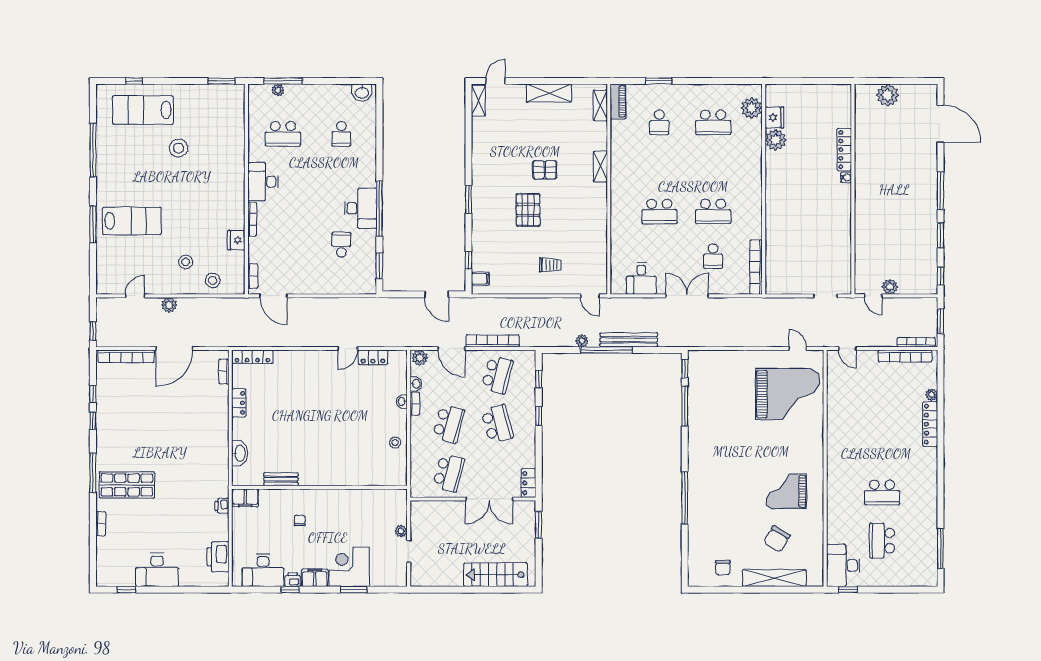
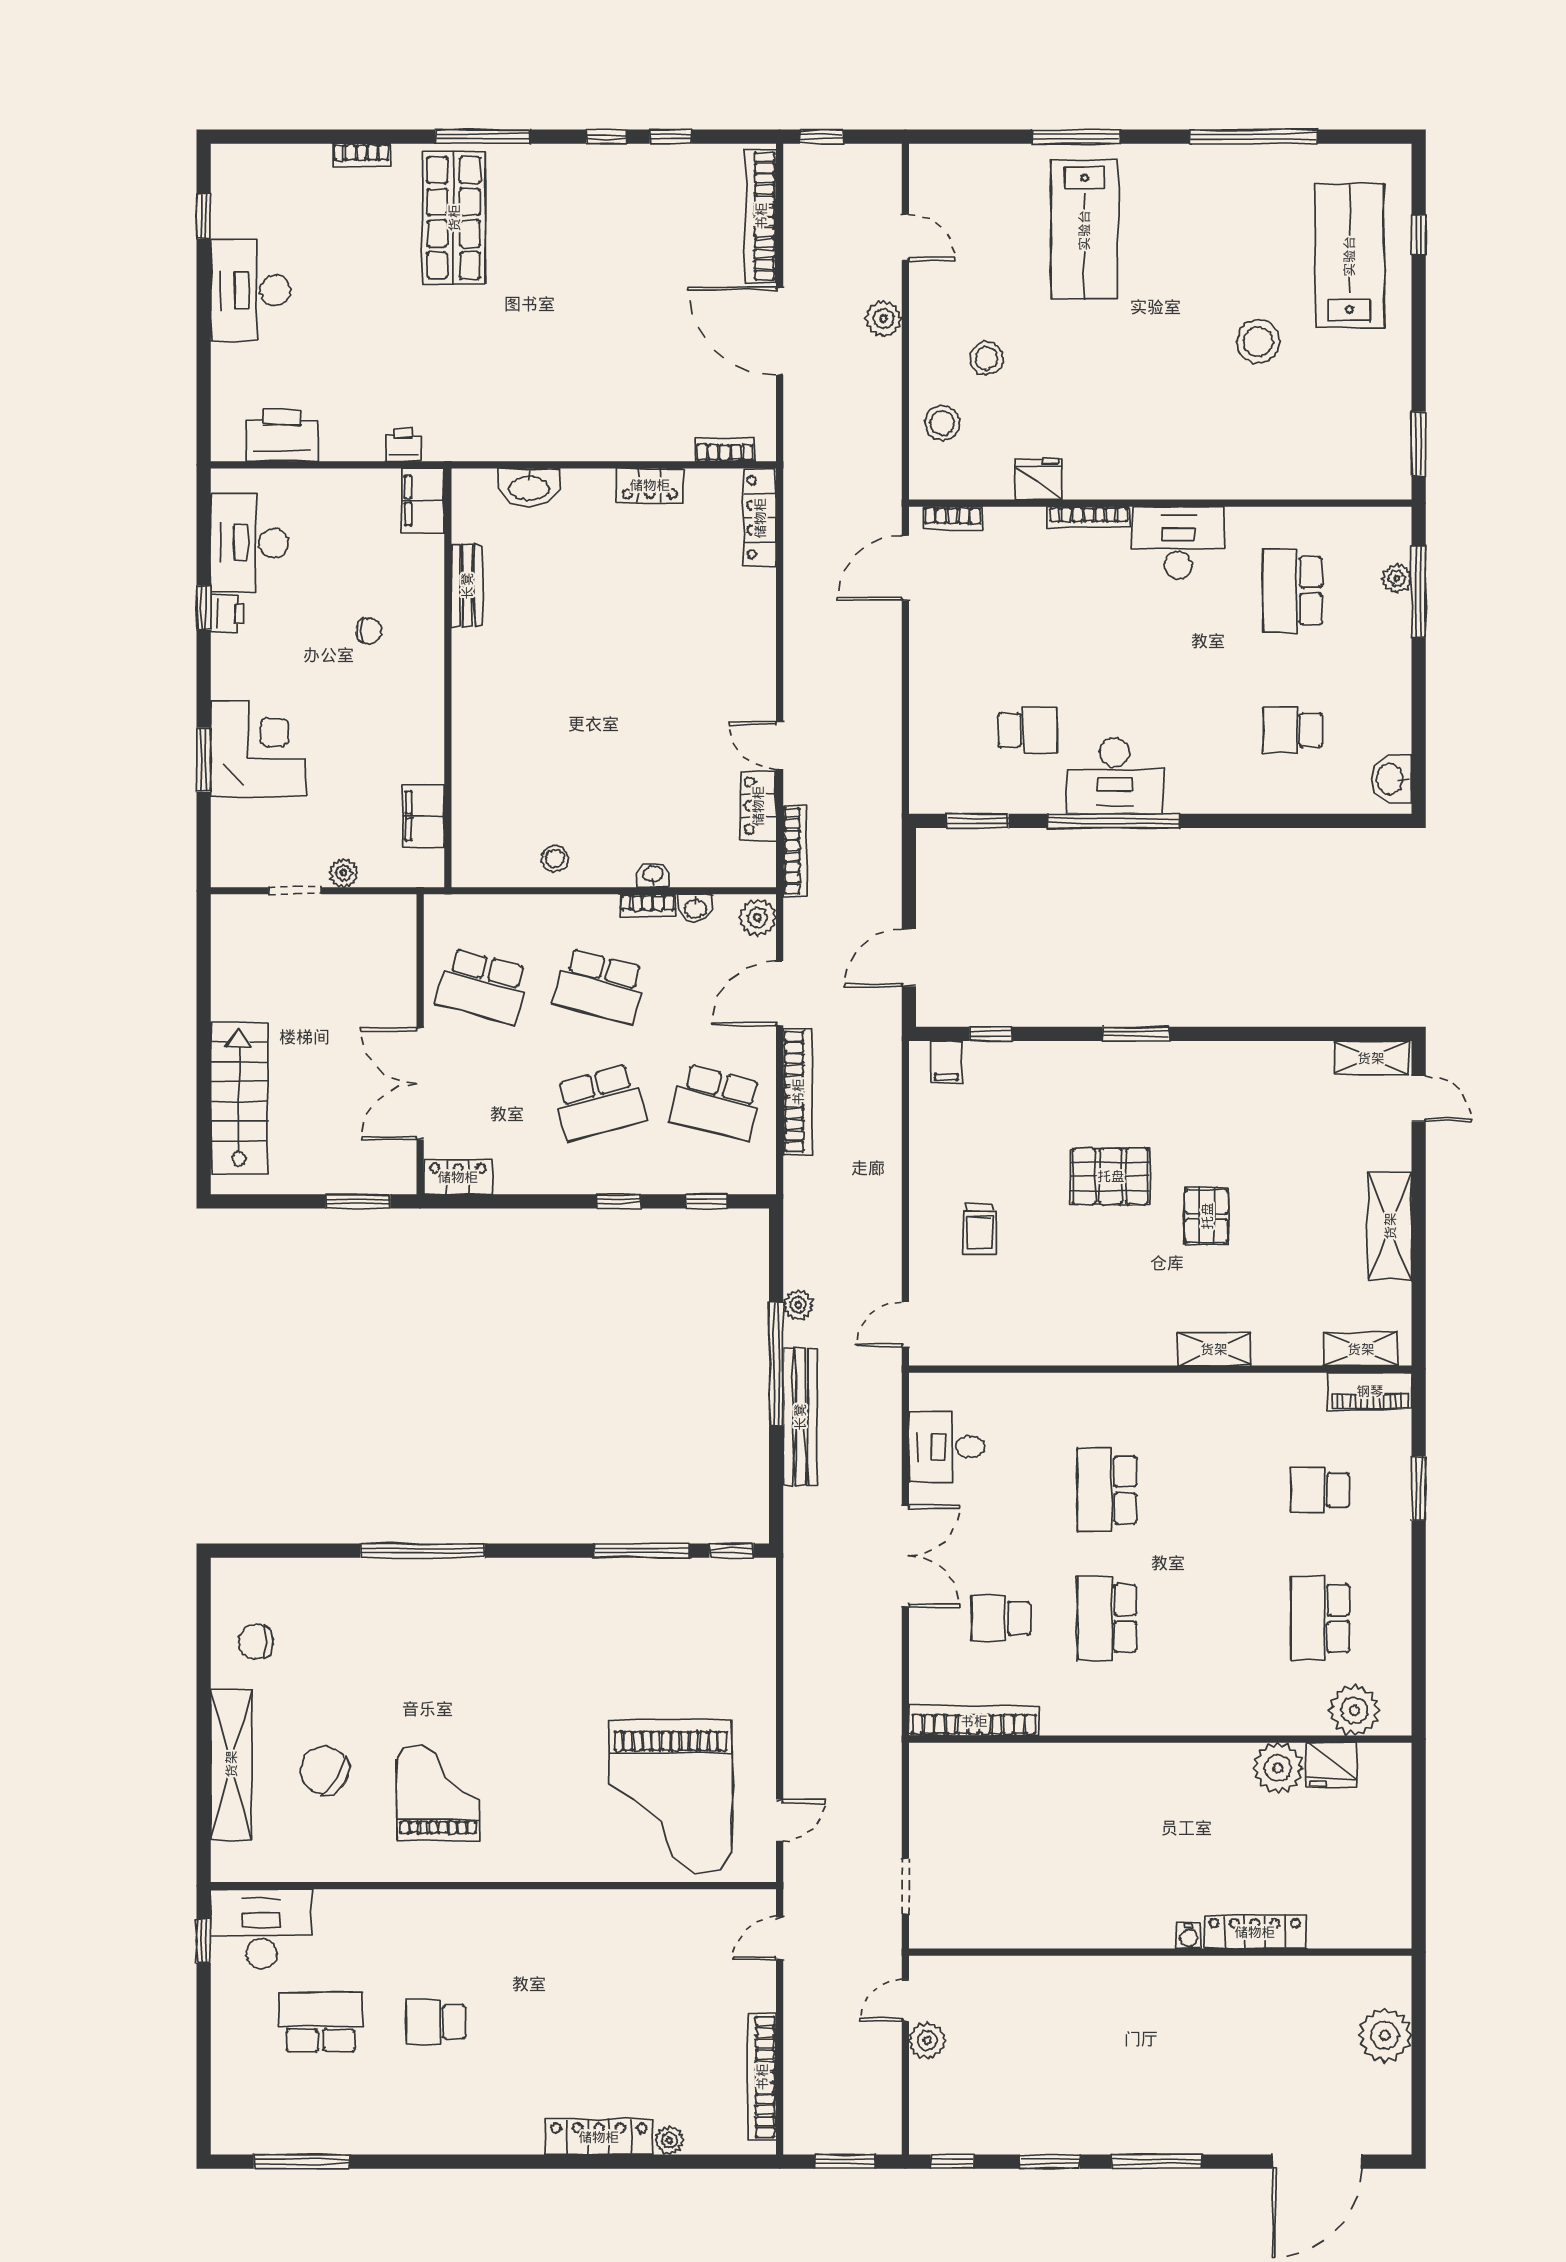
bookcase: (916, 342) -> (795, 851), moved
school desk: (882, 492) -> (436, 2022), width x0.54
filing cabinet: (315, 578) -> (423, 816), moved, turned 180

